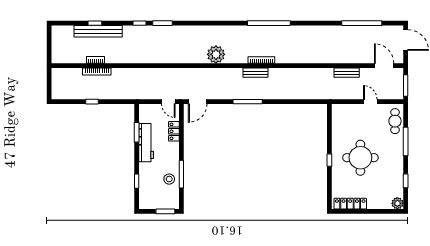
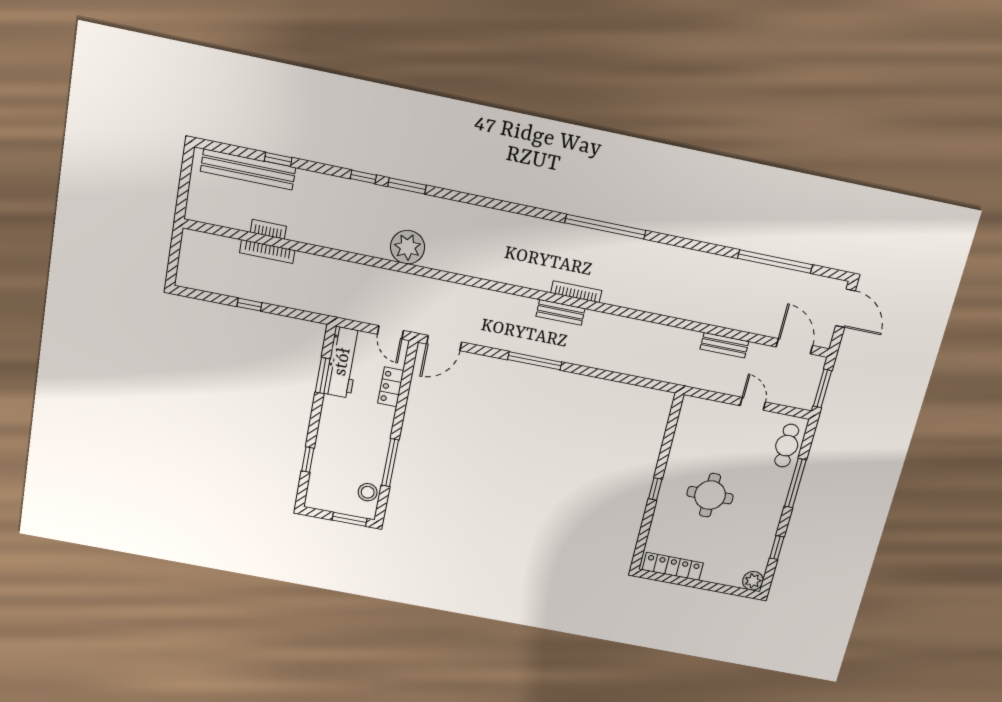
bench: (98, 31) -> (248, 169), moved
plant: (216, 54) -> (408, 247), moved
workbench: (146, 143) -> (343, 362), moved
round table: (360, 158) -> (710, 495), width x0.73, depth x0.73
stool: (169, 179) -> (368, 492), moved

